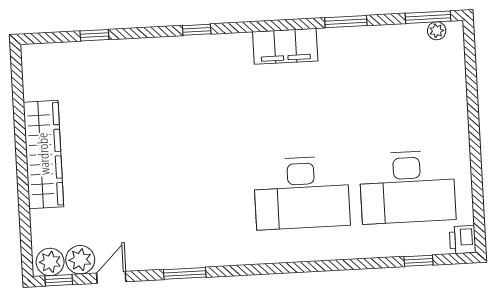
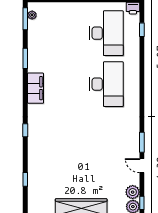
door: (111, 277) -> (142, 166), moved

